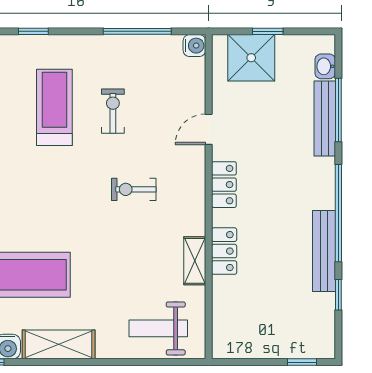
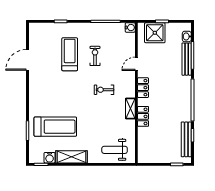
bench: (324, 251) -> (186, 139), moved
shelving: (195, 261) -> (130, 109), moved

